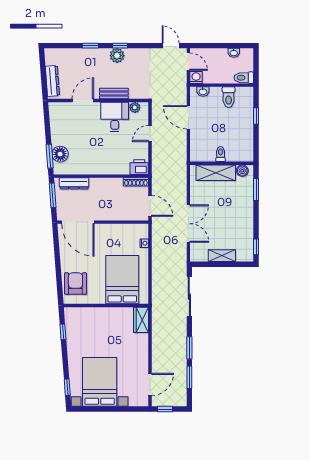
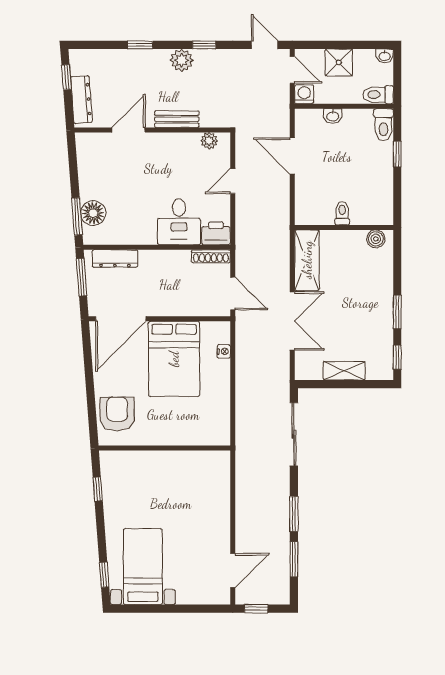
window: (120, 46) -> (204, 45), moved
washbasin: (234, 53) -> (385, 56), moved
shower: (218, 57) -> (339, 63), added
window: (43, 66) -> (66, 77), added
washbasin: (203, 92) -> (333, 116), moved
toilet: (229, 97) -> (383, 125), moved
desk: (115, 117) -> (179, 222), moved, turned 180
shelving: (216, 173) -> (307, 260), moved, turned 90
window: (256, 190) -> (397, 312), moved
door: (78, 222) -> (121, 319), hinge flipped
bed: (122, 280) -> (174, 359), moved, turned 180
wardrobe: (141, 320) -> (219, 470), removed
bed with nightstands: (100, 382) -> (143, 567), width x0.73

